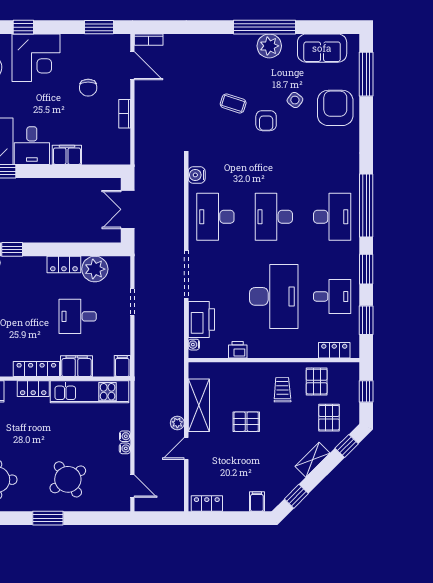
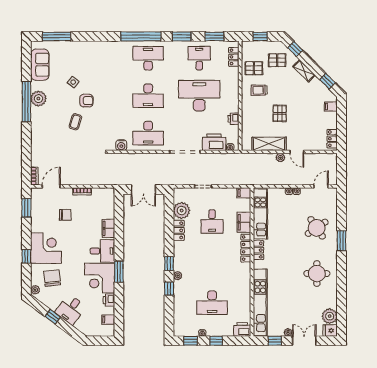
armchair: (335, 108) -> (78, 56), removed

